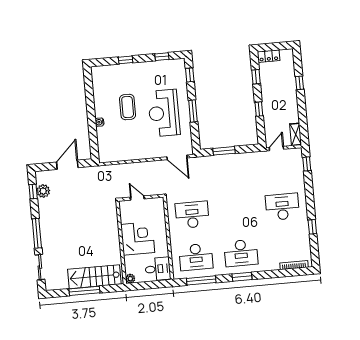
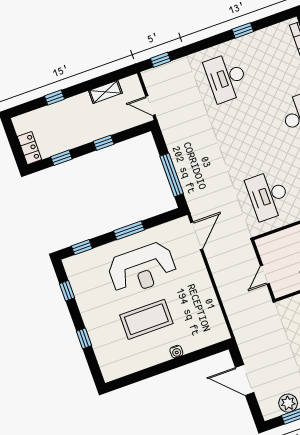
coffee table: (128, 107) -> (146, 319), width x1.36, depth x1.32
shelving: (296, 134) -> (105, 92), moved
window: (224, 151) -> (172, 175), width x1.44

